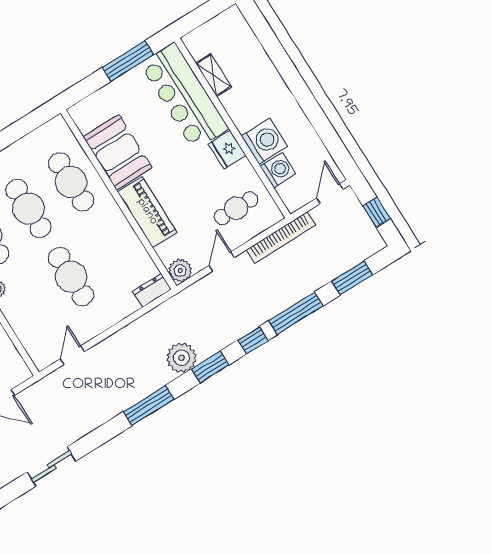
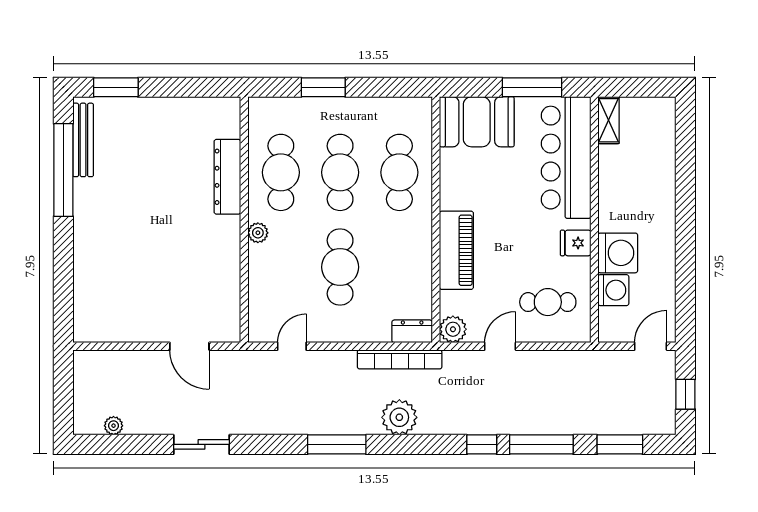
shelving: (213, 75) -> (608, 120), moved
fridge: (227, 150) -> (576, 243), width x0.72
booth: (118, 152) -> (477, 122), moved, turned 90
bookcase: (281, 238) -> (400, 359), moved
window: (210, 367) -> (422, 444), removed

